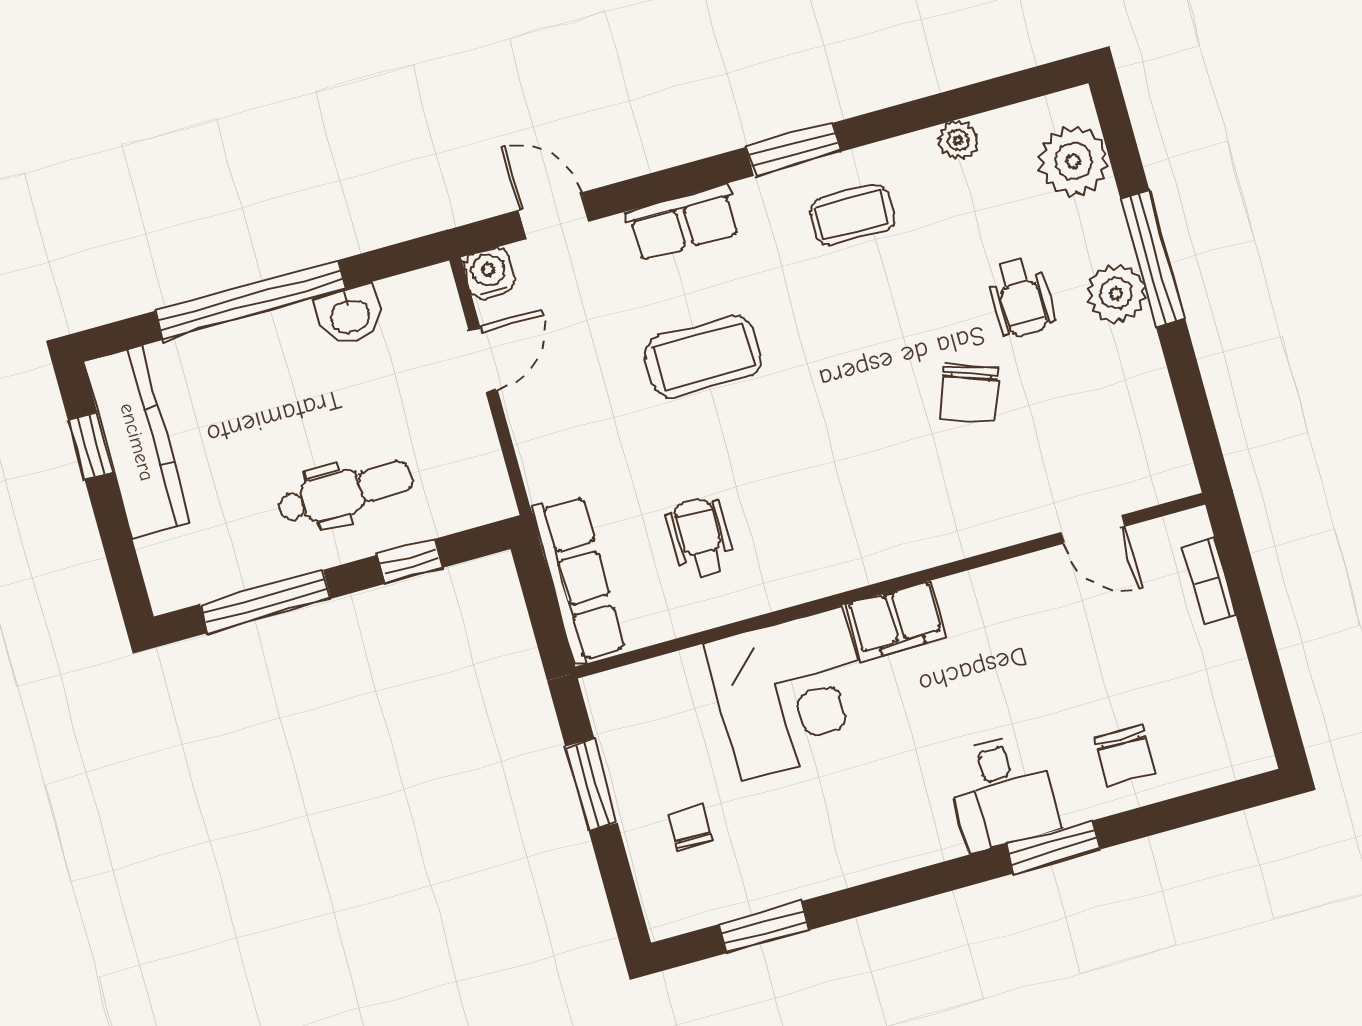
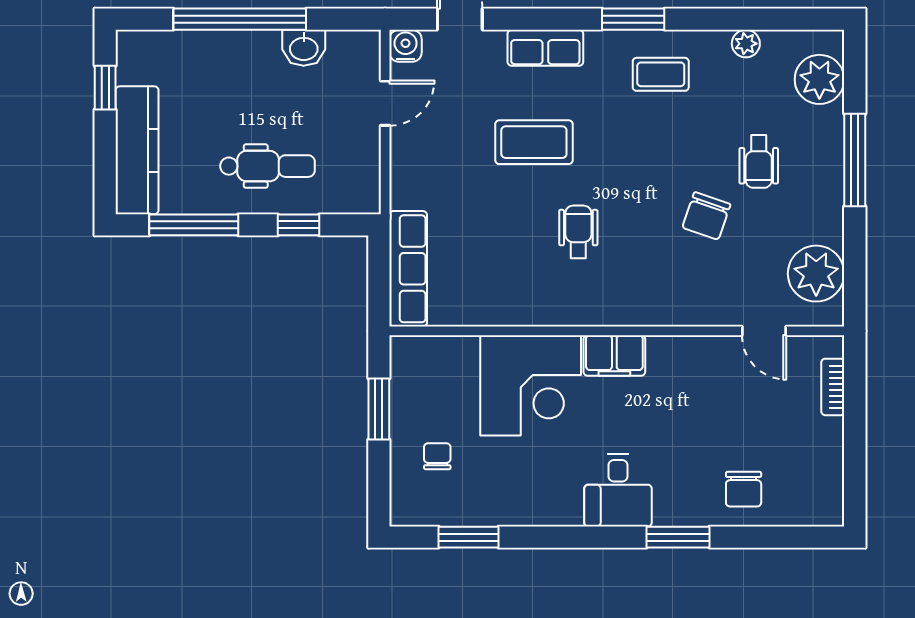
plant: (1116, 293) -> (816, 274), moved, width x1.36, depth x1.36
kitchen counter: (137, 442) -> (137, 150), moved
wheelchair: (700, 538) -> (578, 232), moved
desk: (1002, 792) -> (618, 490), moved

